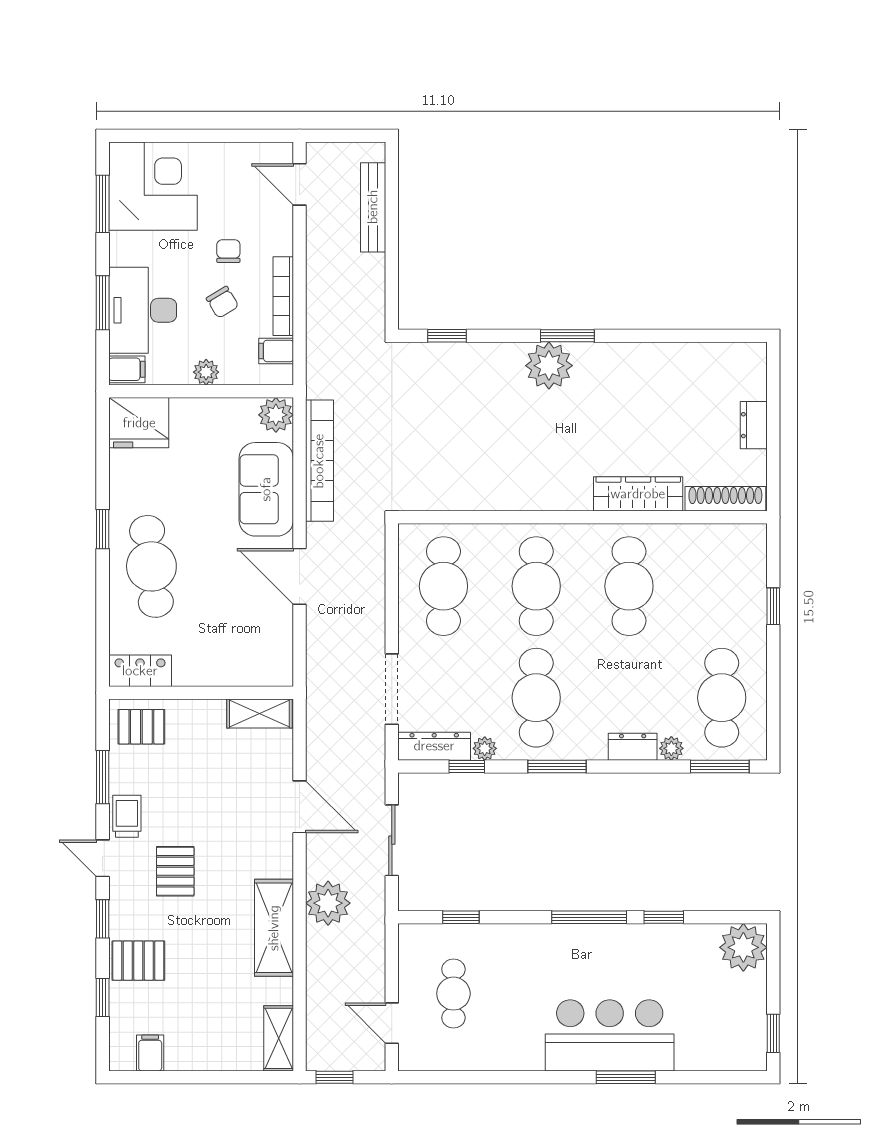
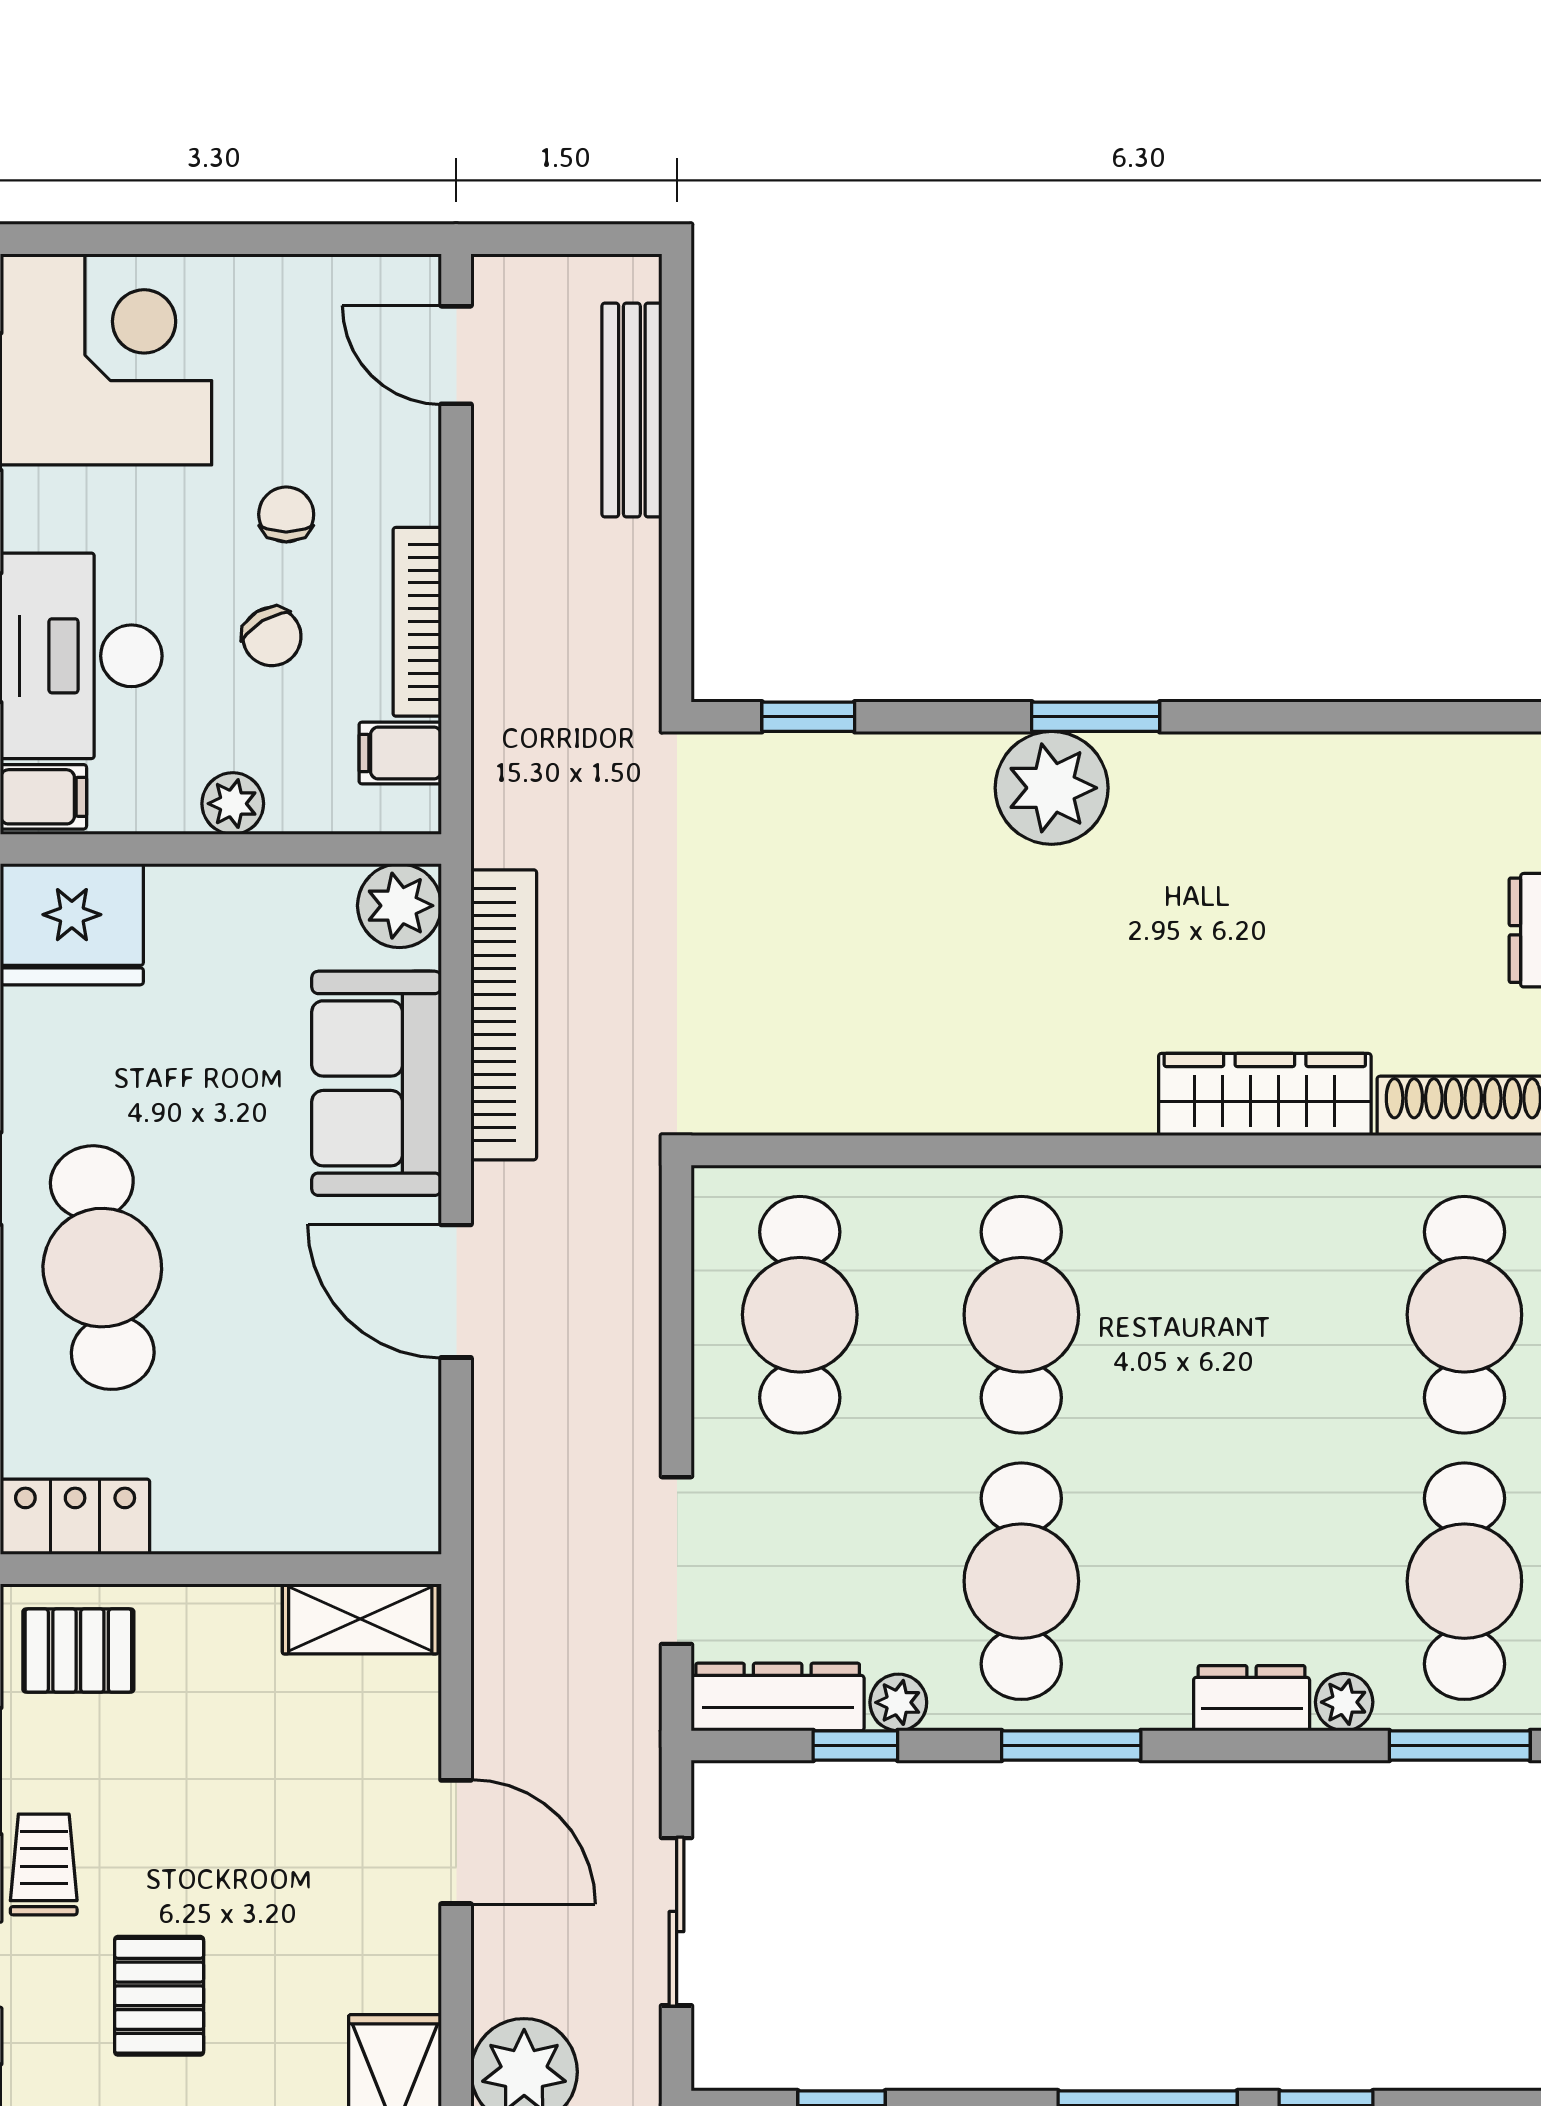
cafe table: (629, 586) -> (1464, 1315), moved

